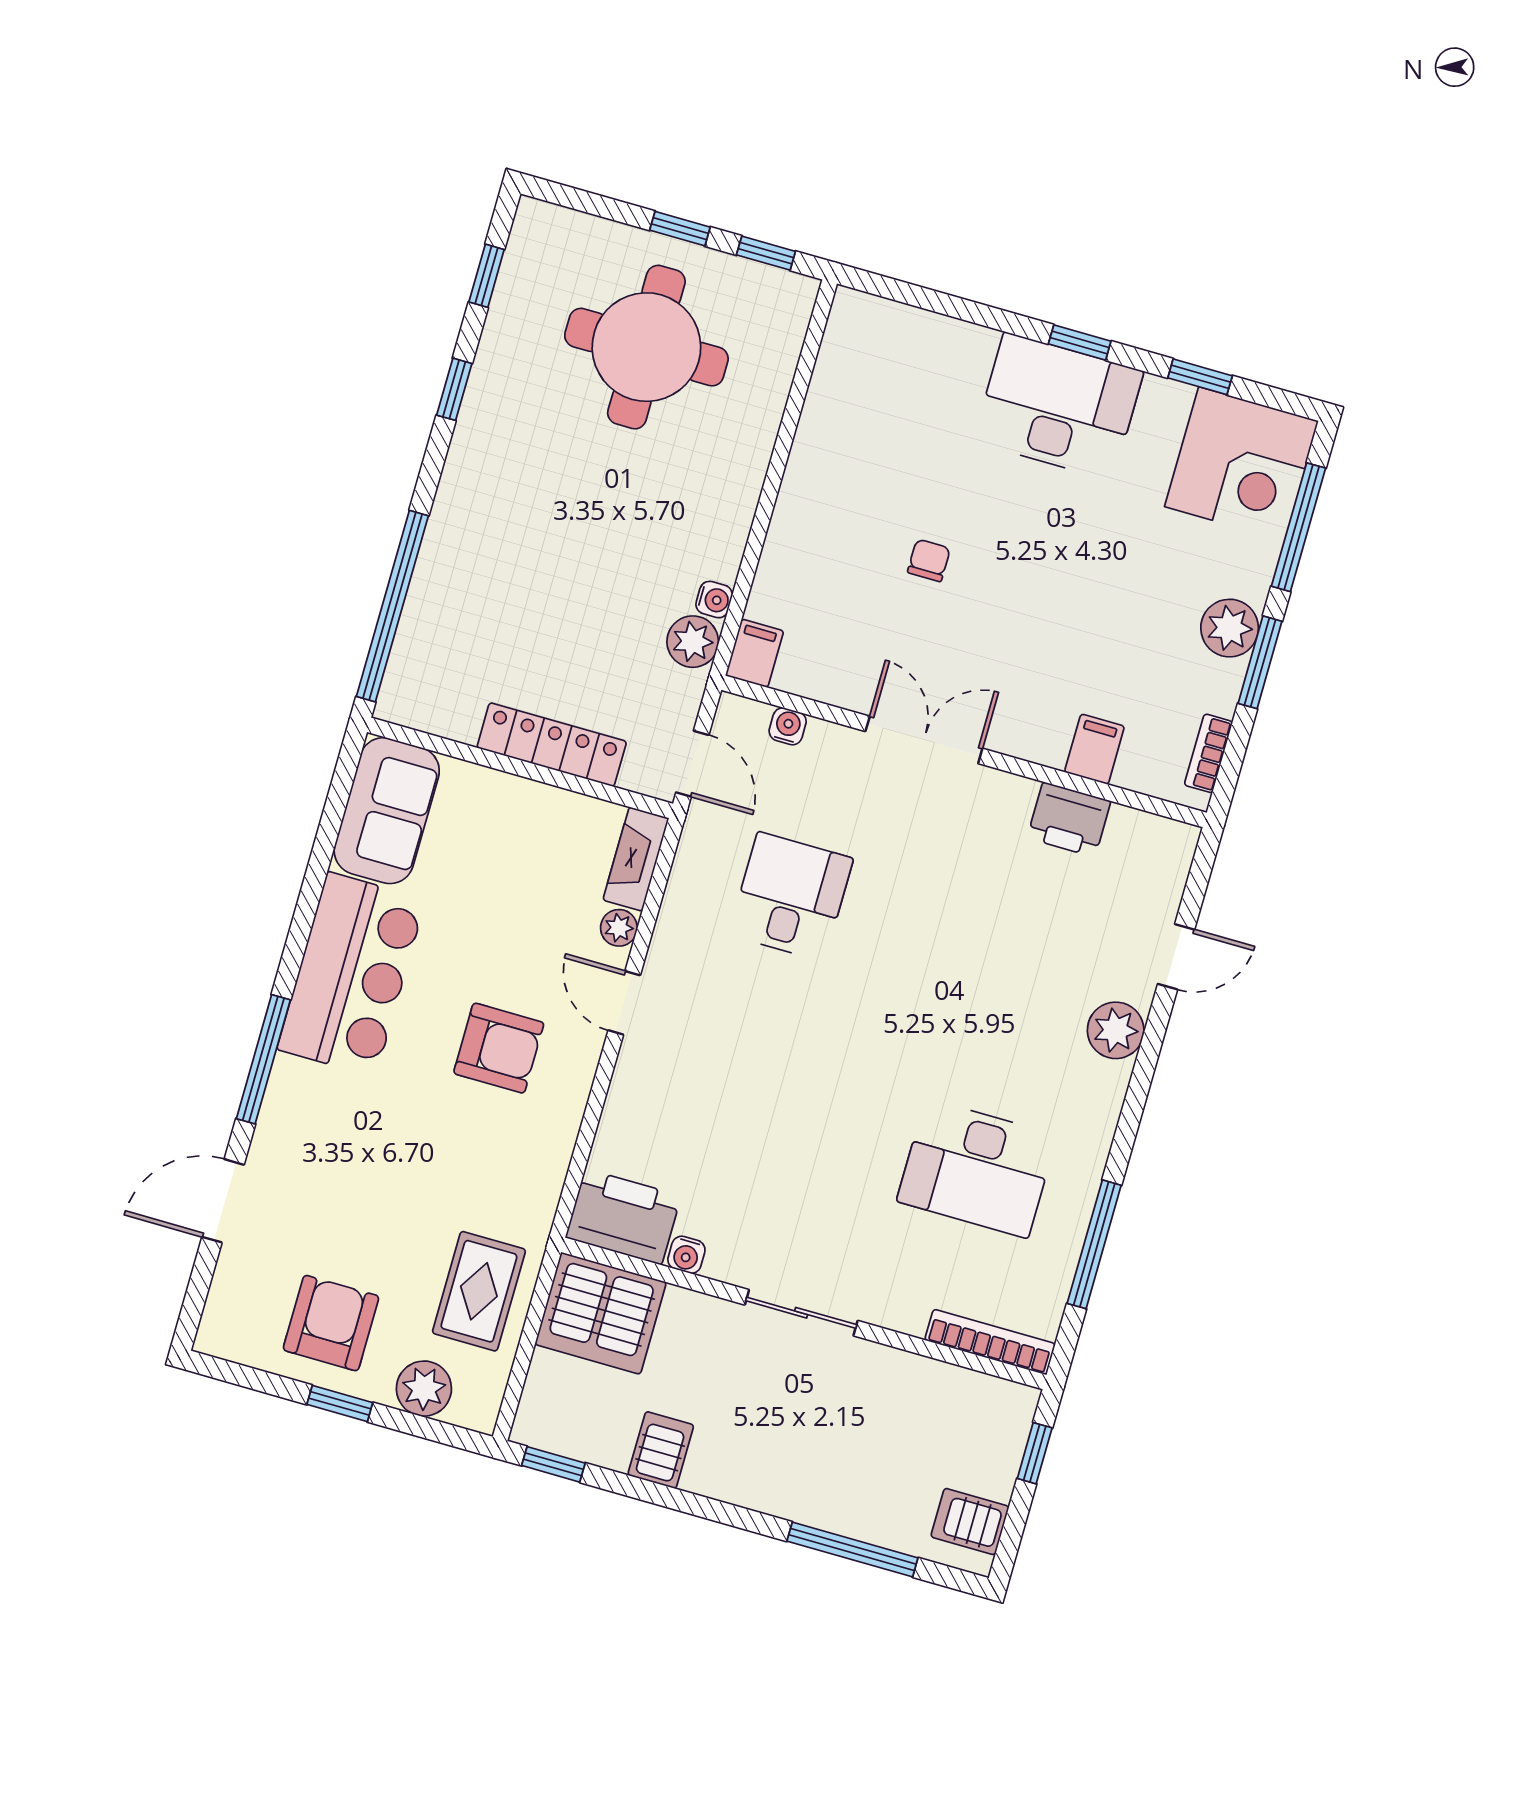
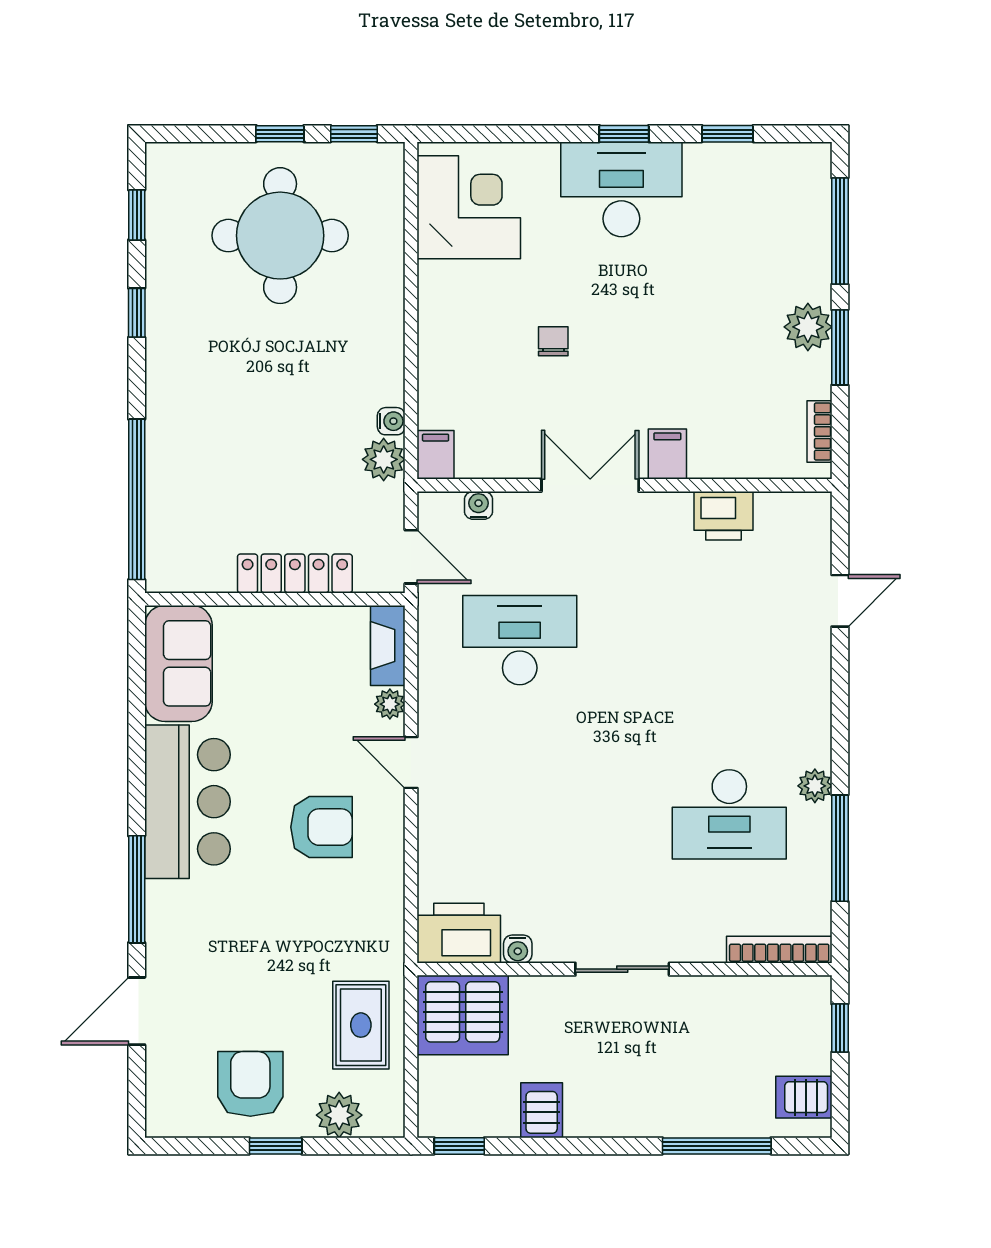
corner desk: (1241, 464) -> (469, 207), moved, turned -90
filing cabinet: (1094, 749) -> (667, 454), moved
desk: (791, 897) -> (520, 640), width x1.37
plant: (1116, 1030) -> (815, 786), moved, width x0.73, depth x0.73

